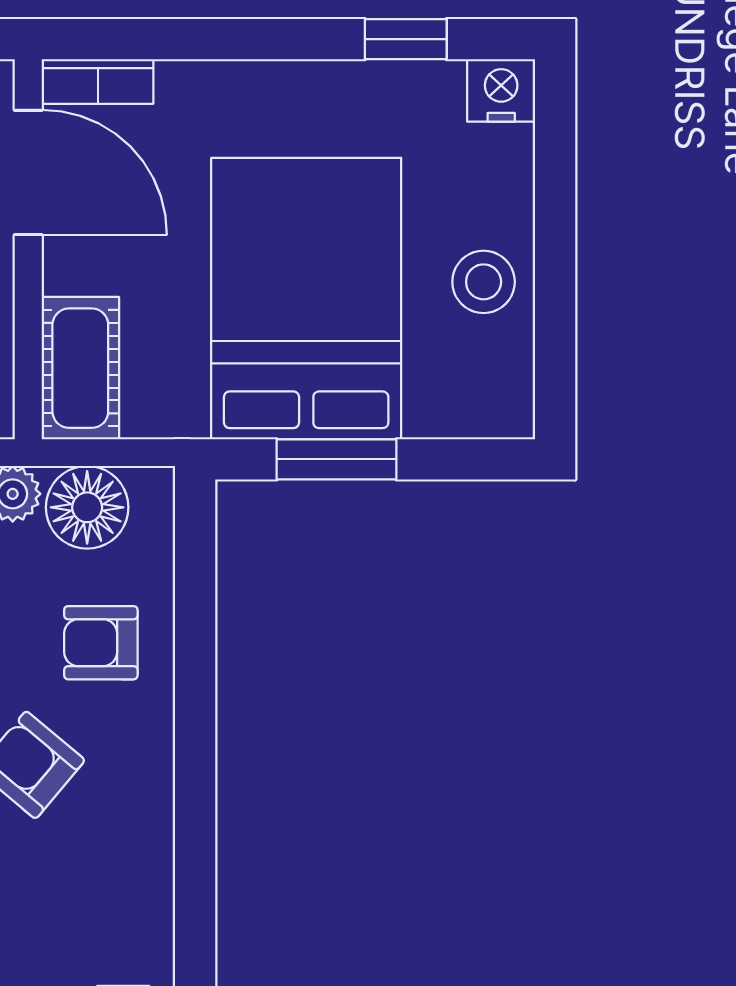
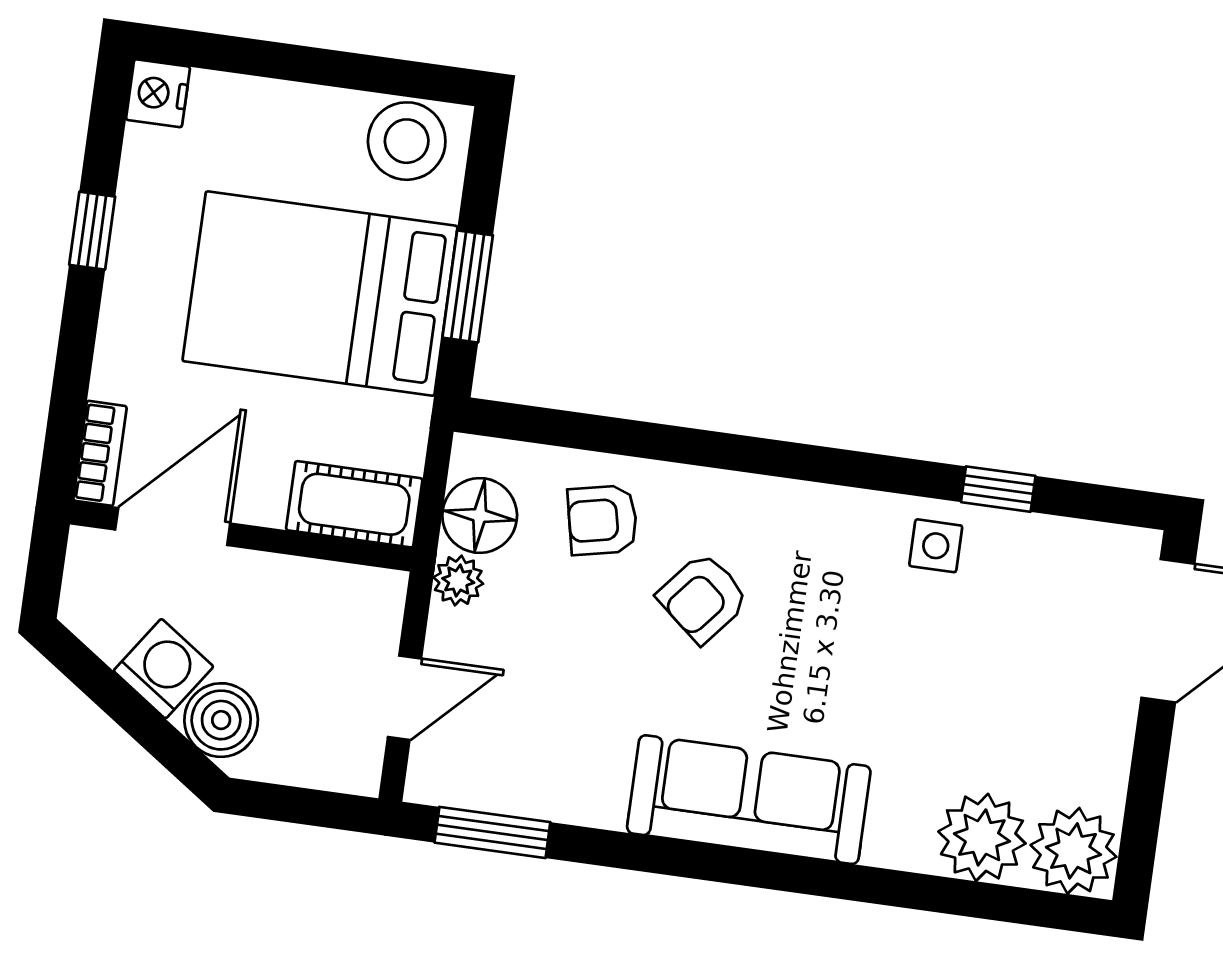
window: (406, 39) -> (92, 231), moved
stool: (484, 282) -> (407, 141), moved, width x1.38, depth x1.38
armchair: (101, 643) -> (602, 520), turned 78

